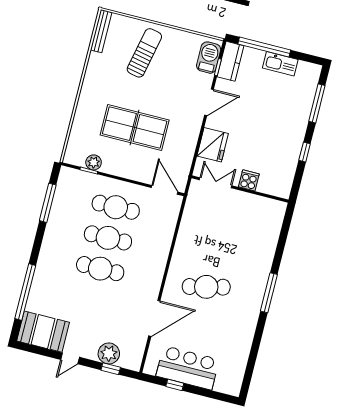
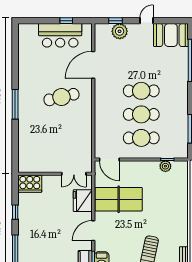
table tennis table: (135, 128) -> (119, 199), moved
cooker: (249, 180) -> (30, 184), moved, width x1.87, depth x1.31

